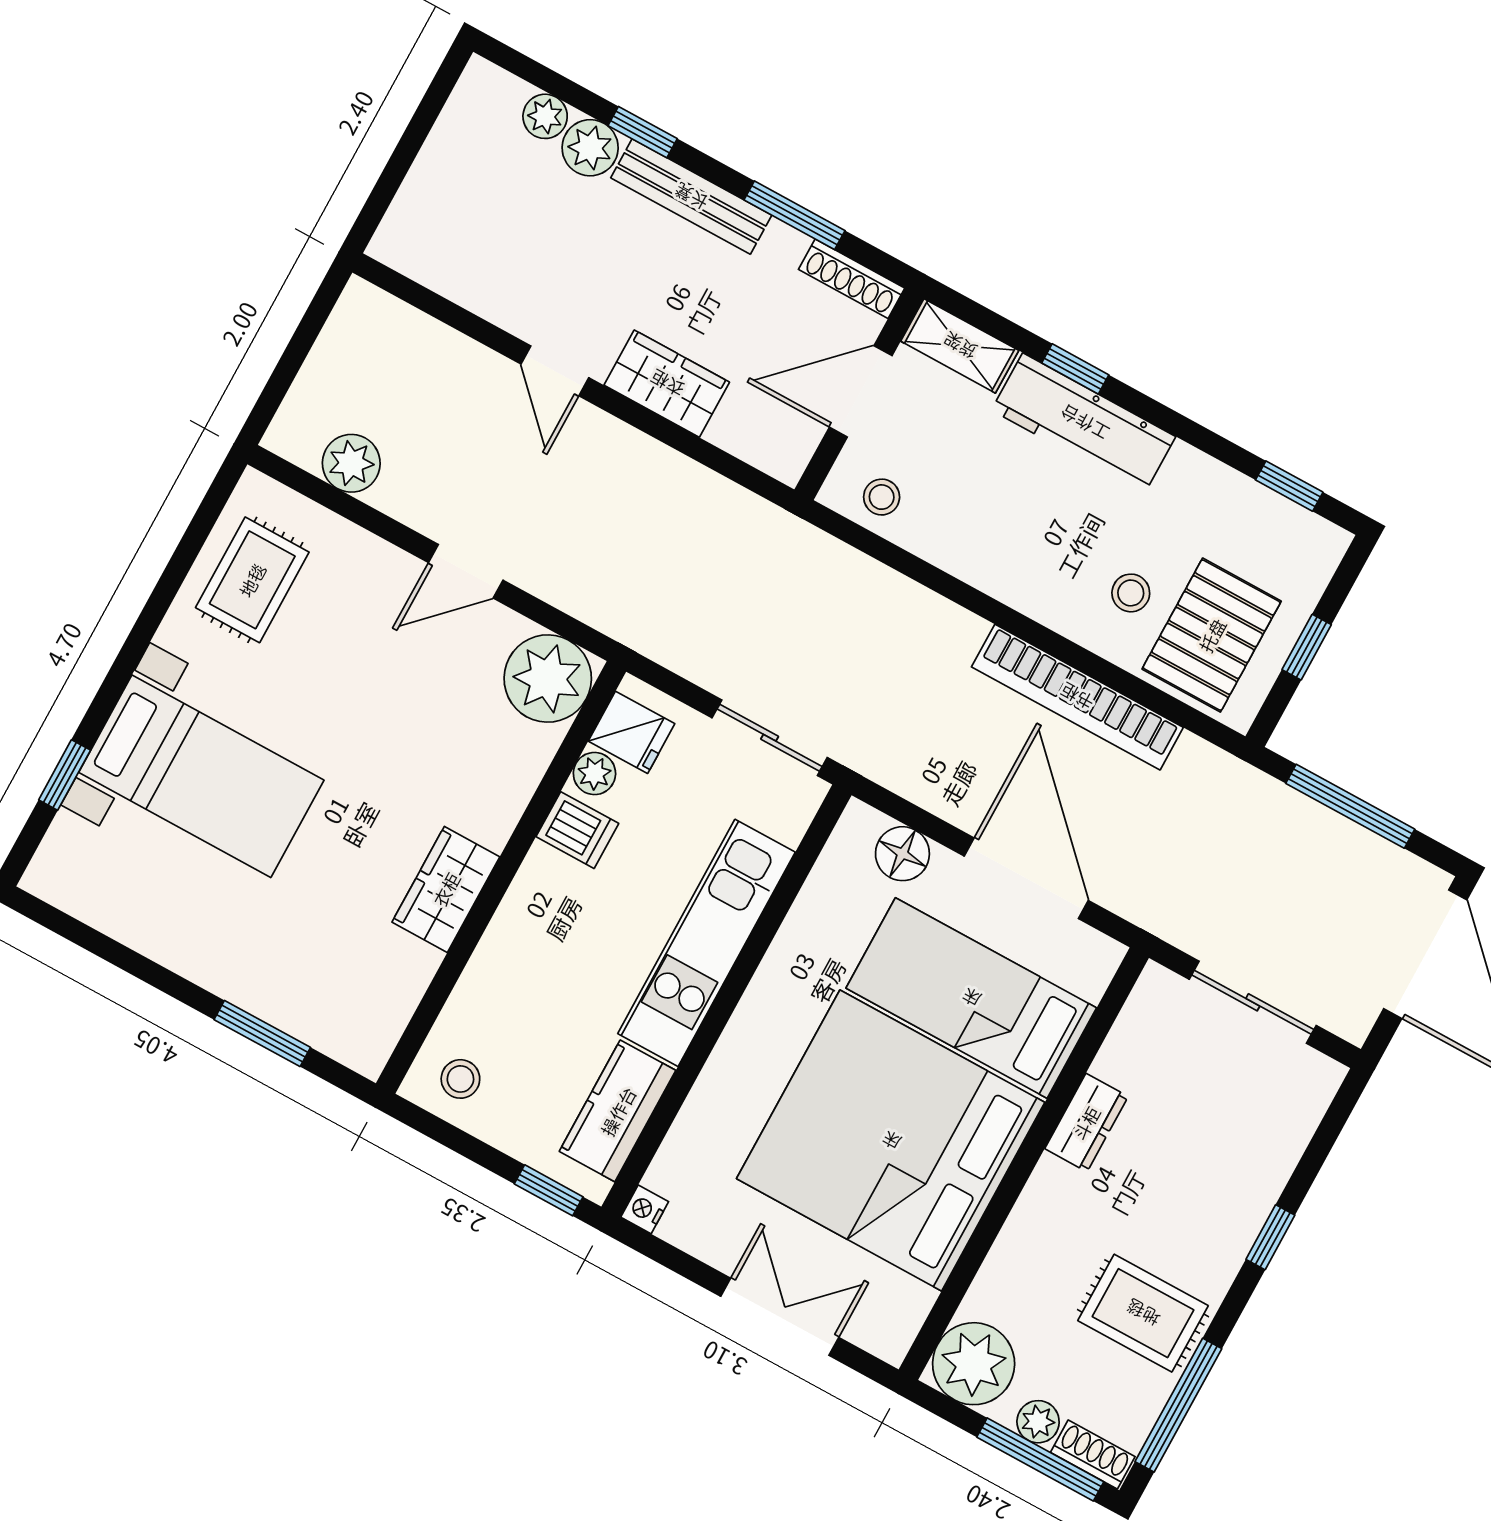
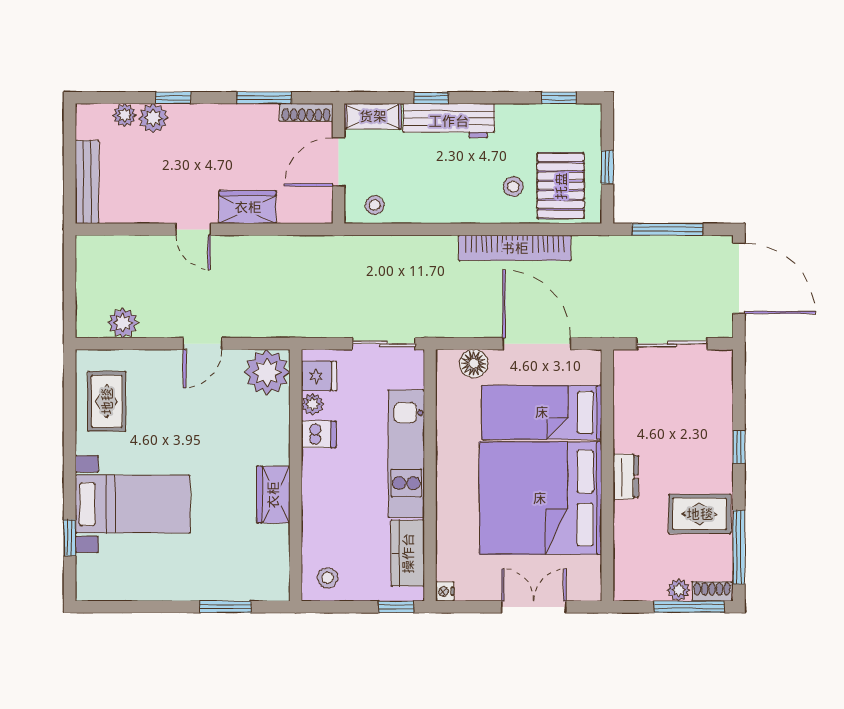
bench: (691, 197) -> (87, 182), moved, turned 90
dresser: (1086, 1123) -> (626, 477), moved
plant: (974, 1364) -> (635, 580), removed

